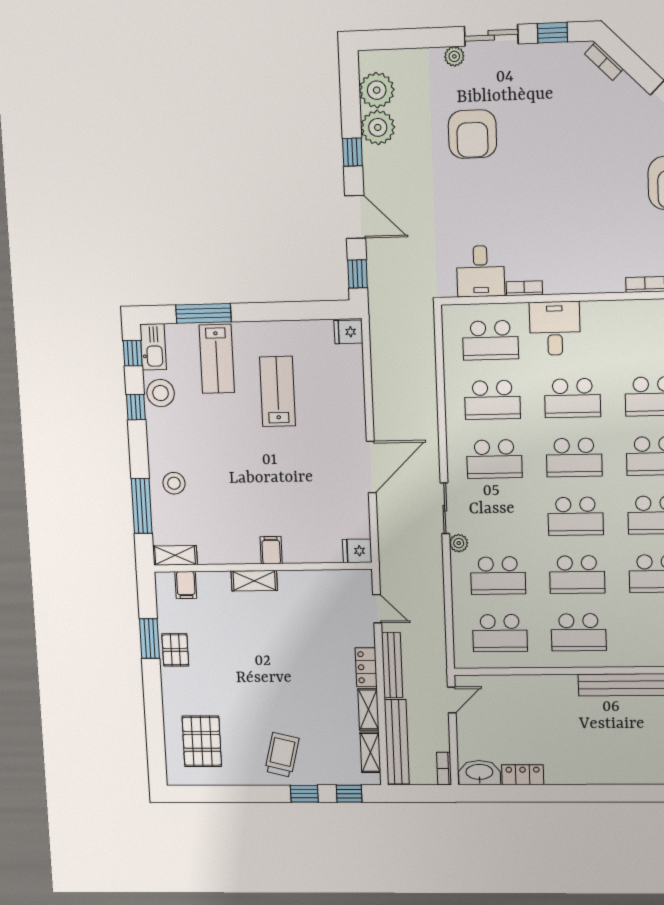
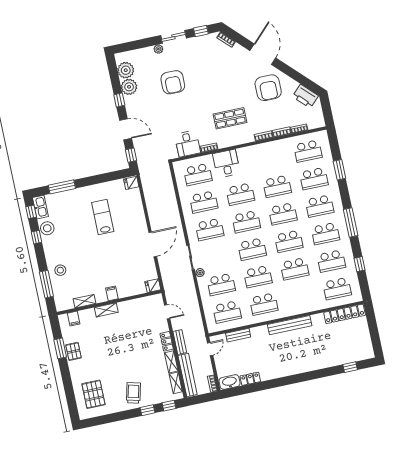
shop shelf: (581, 234) -> (230, 118), added
lab bench: (217, 359) -> (71, 207), removed
shelving: (175, 555) -> (84, 301), moved
bench: (392, 665) -> (180, 342), width x0.73
bench: (514, 684) -> (238, 335), added

